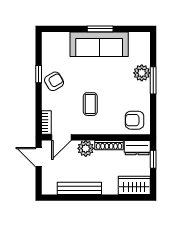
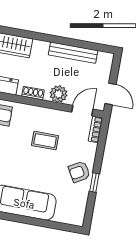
window: (100, 29) -> (20, 219), removed
coffee table: (90, 104) -> (45, 141), turned 90
shoe rack: (109, 145) -> (33, 93), width x0.70

